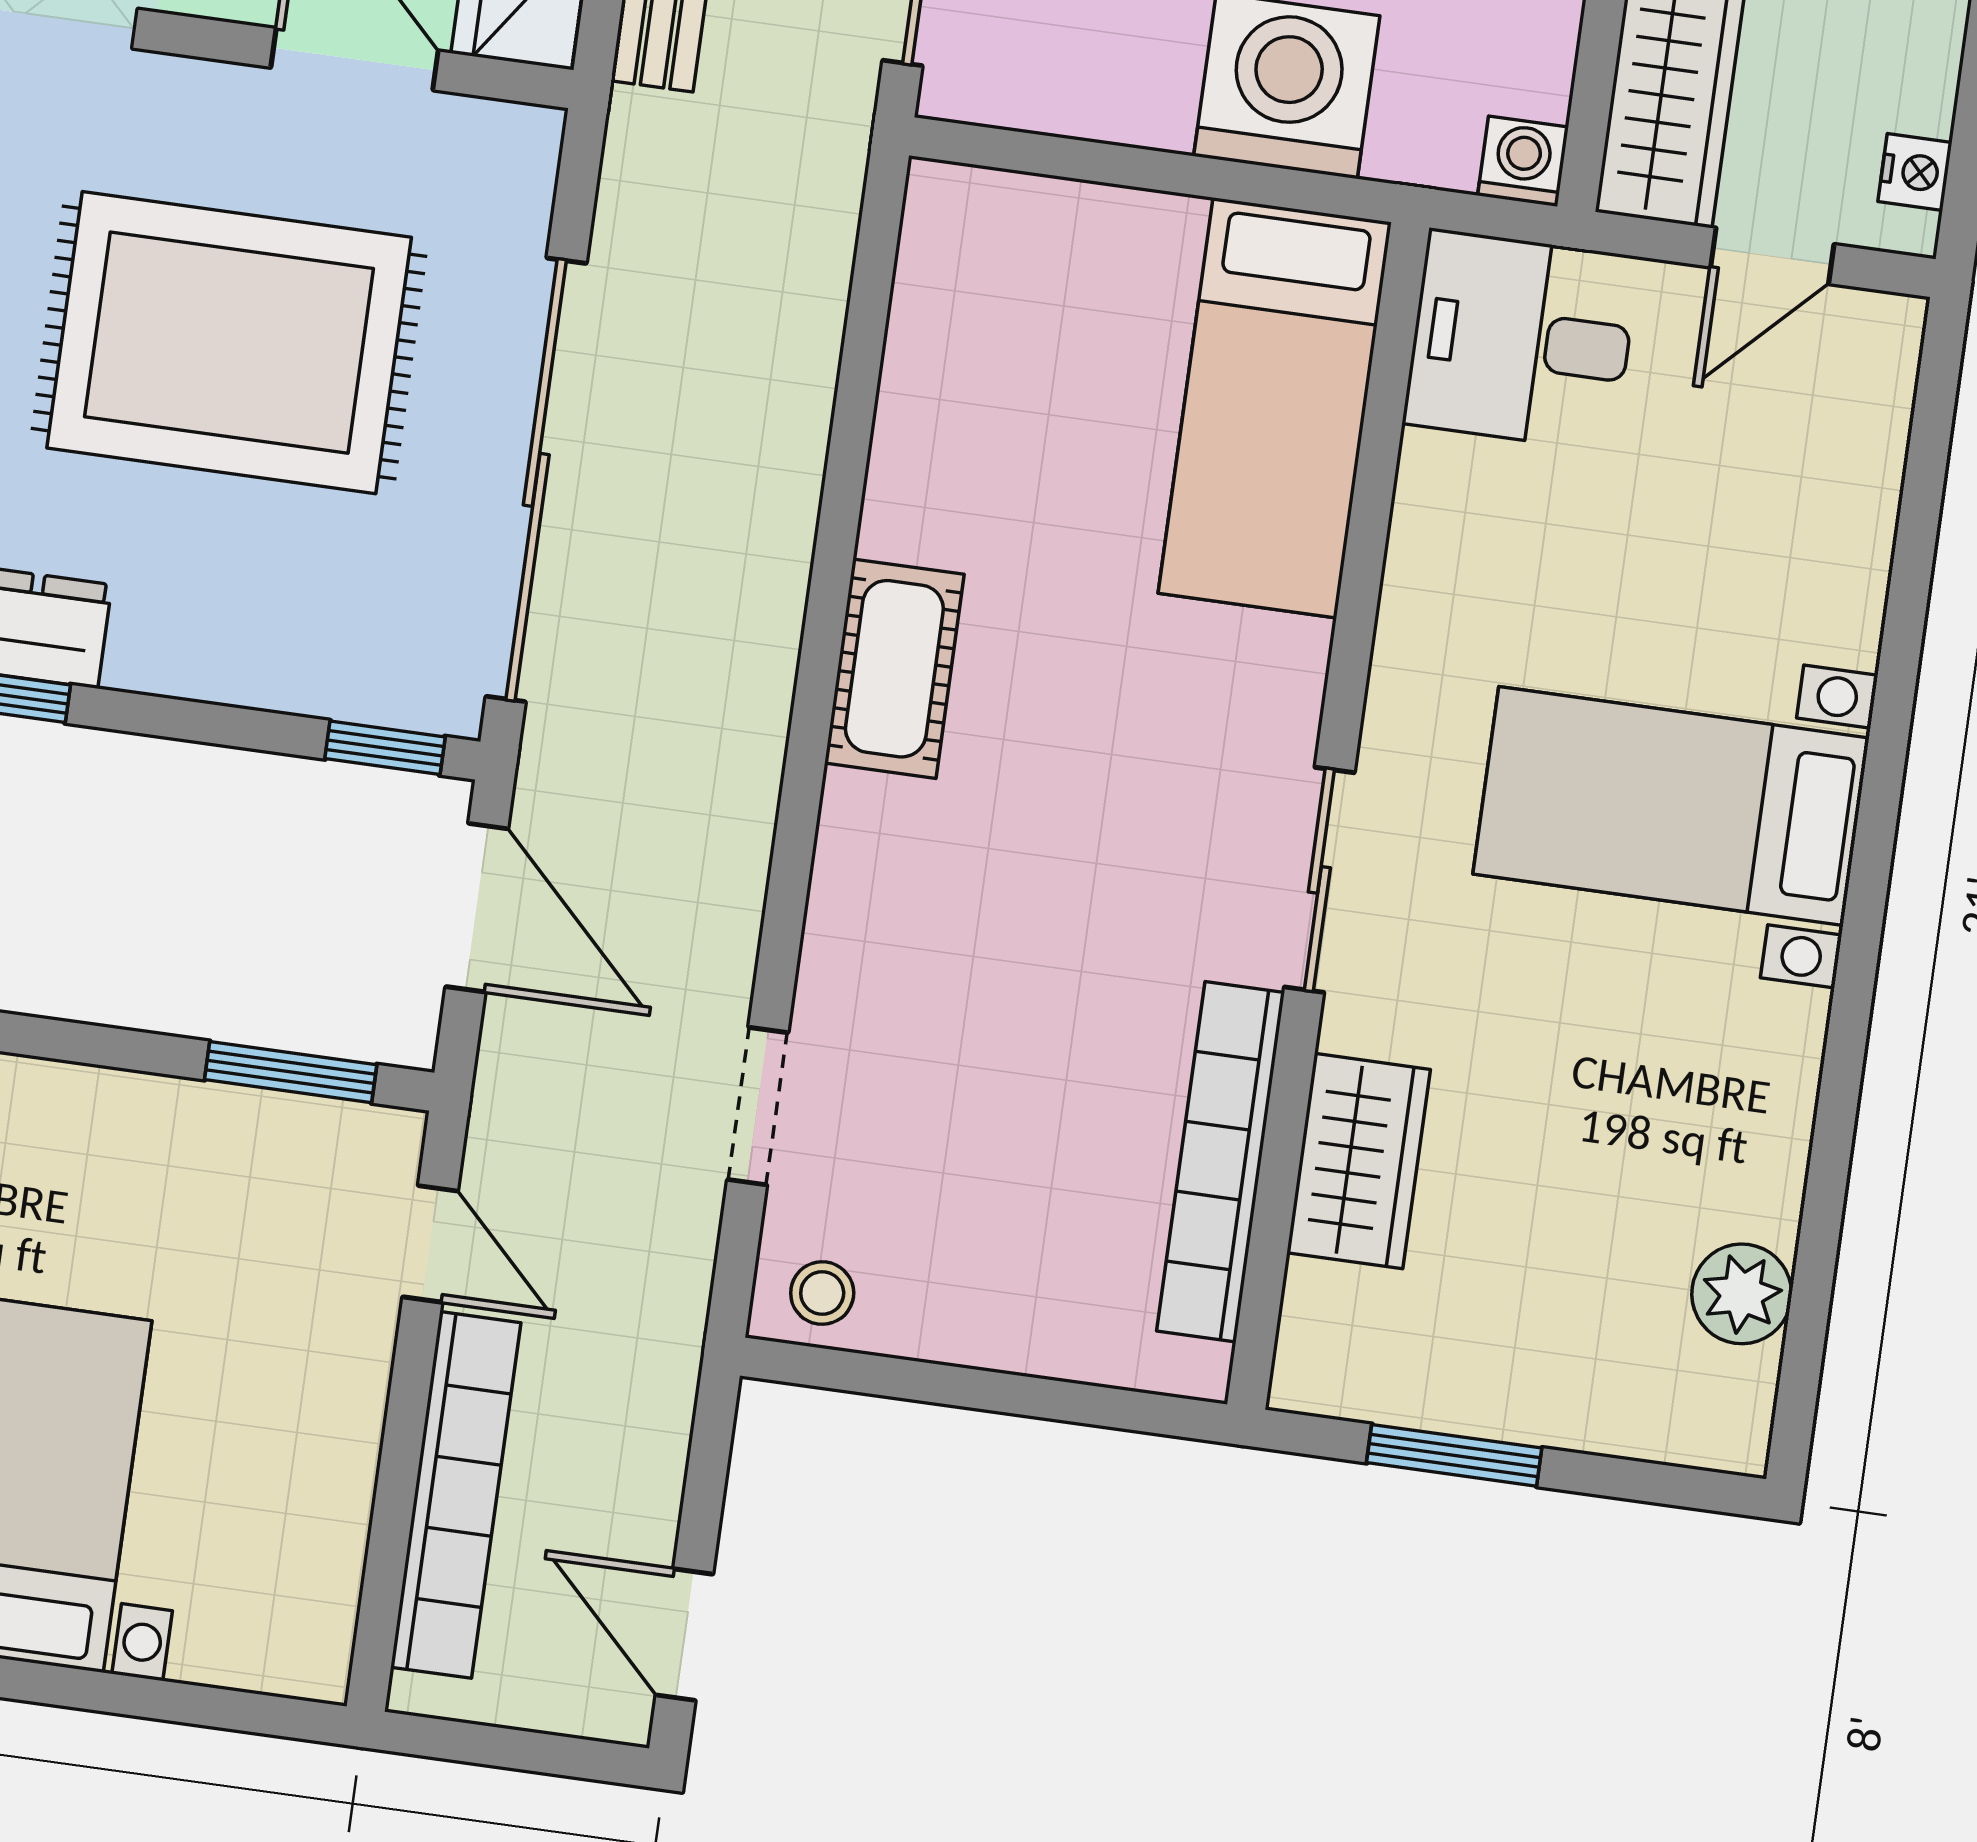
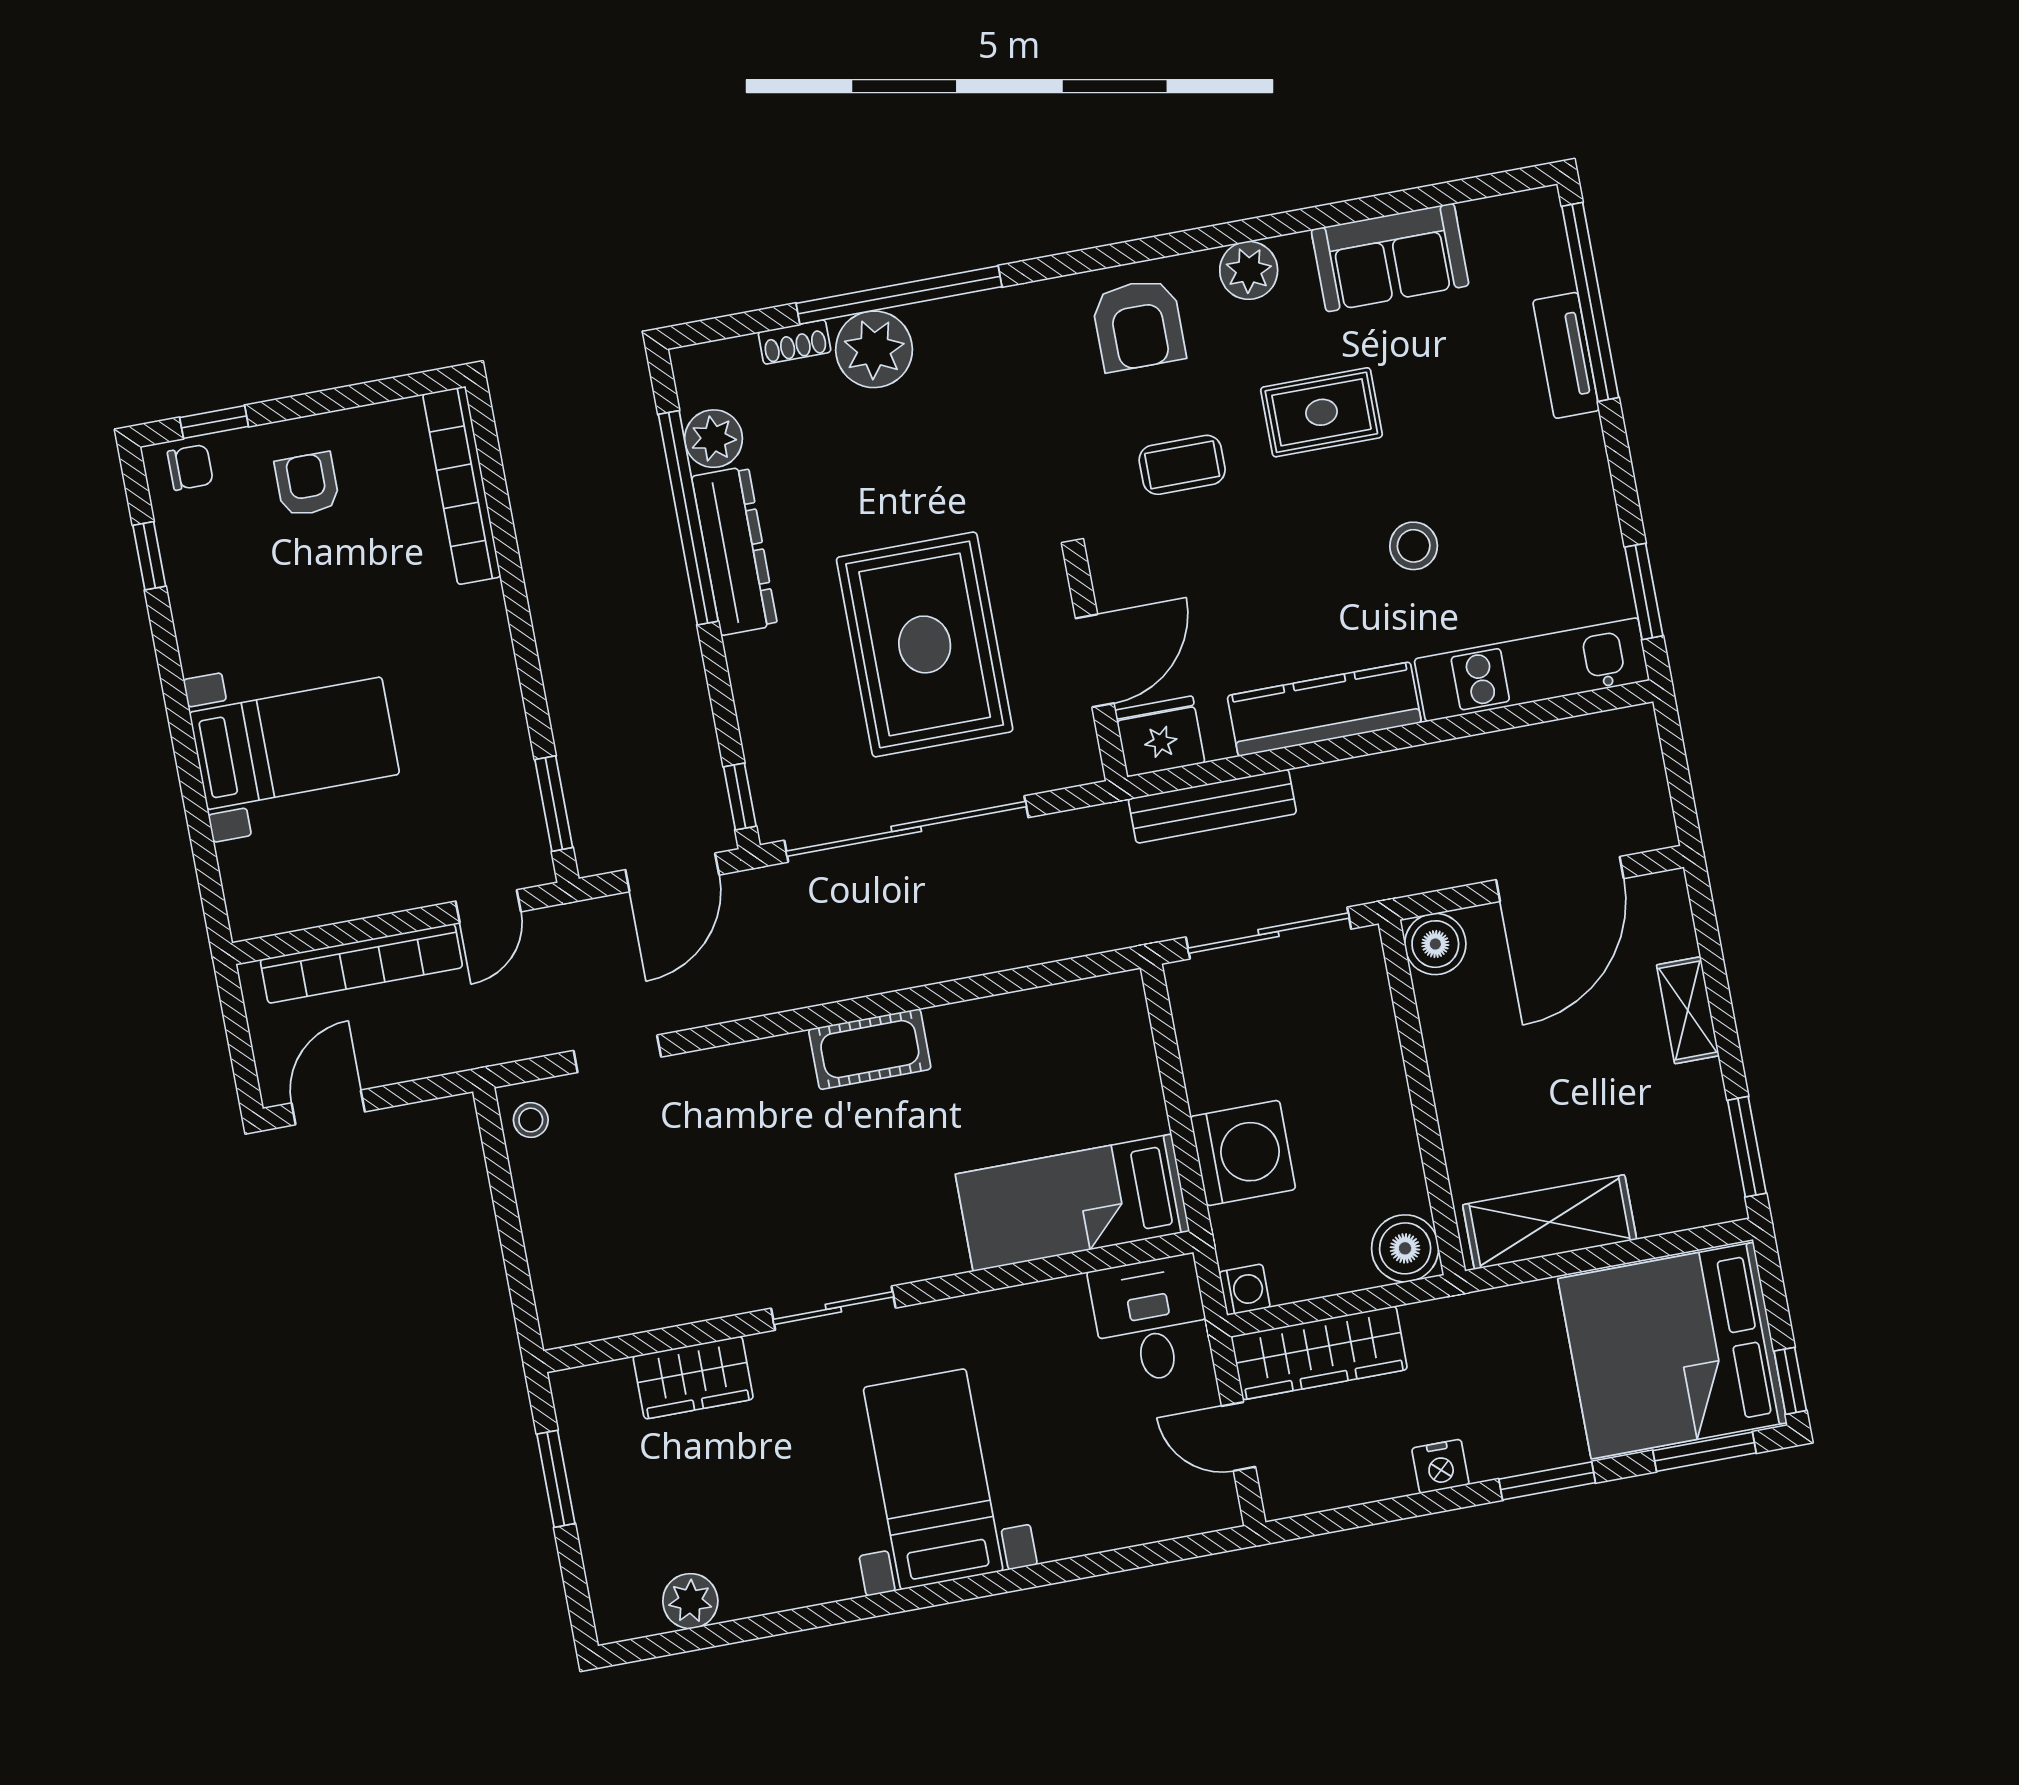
nightstand: (1915, 172) -> (1307, 1496), removed
bookcase: (1220, 1162) -> (669, 1305), removed

